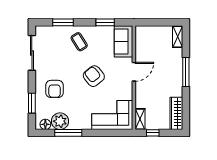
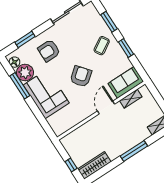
window: (105, 22) -> (126, 48), moved
door: (134, 72) -> (106, 108), swing flipped
corner sofa: (112, 115) -> (46, 94), moved
shelving: (140, 119) -> (131, 99), moved
window: (153, 133) -> (71, 165), moved

